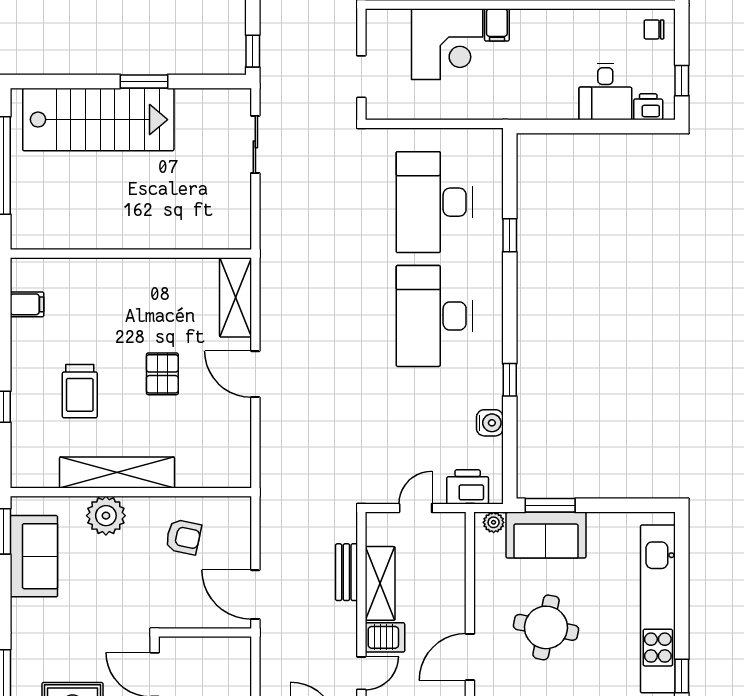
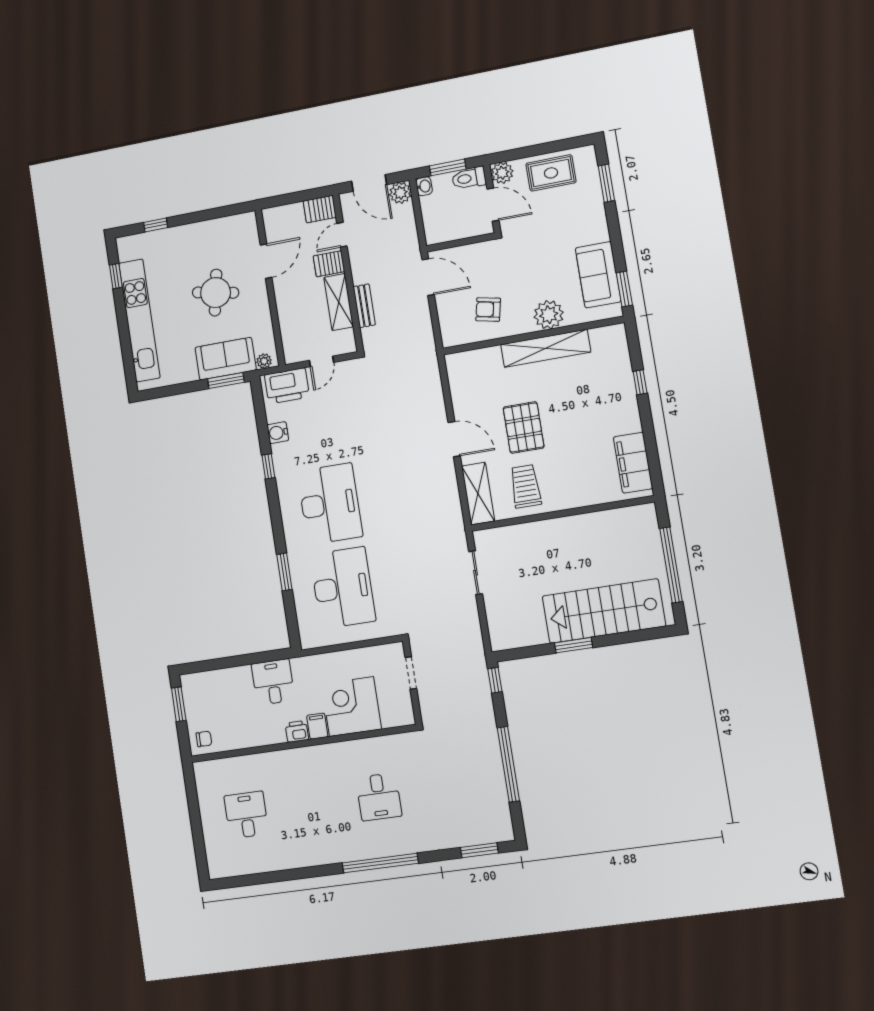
window: (682, 81) -> (179, 704), width x1.50
desk: (605, 92) -> (273, 682), moved
printer: (648, 107) -> (297, 731), moved, turned 180
sliding door: (255, 144) -> (476, 573), moved
window: (510, 235) -> (284, 572), width x1.50
filing cabinet: (27, 304) -> (633, 463), width x3.00, depth x1.17
pallet: (162, 374) -> (524, 427), width x1.50, depth x1.42
trolley: (80, 391) -> (525, 486), moved
printer: (468, 487) -> (287, 386), width x1.37, depth x1.19

